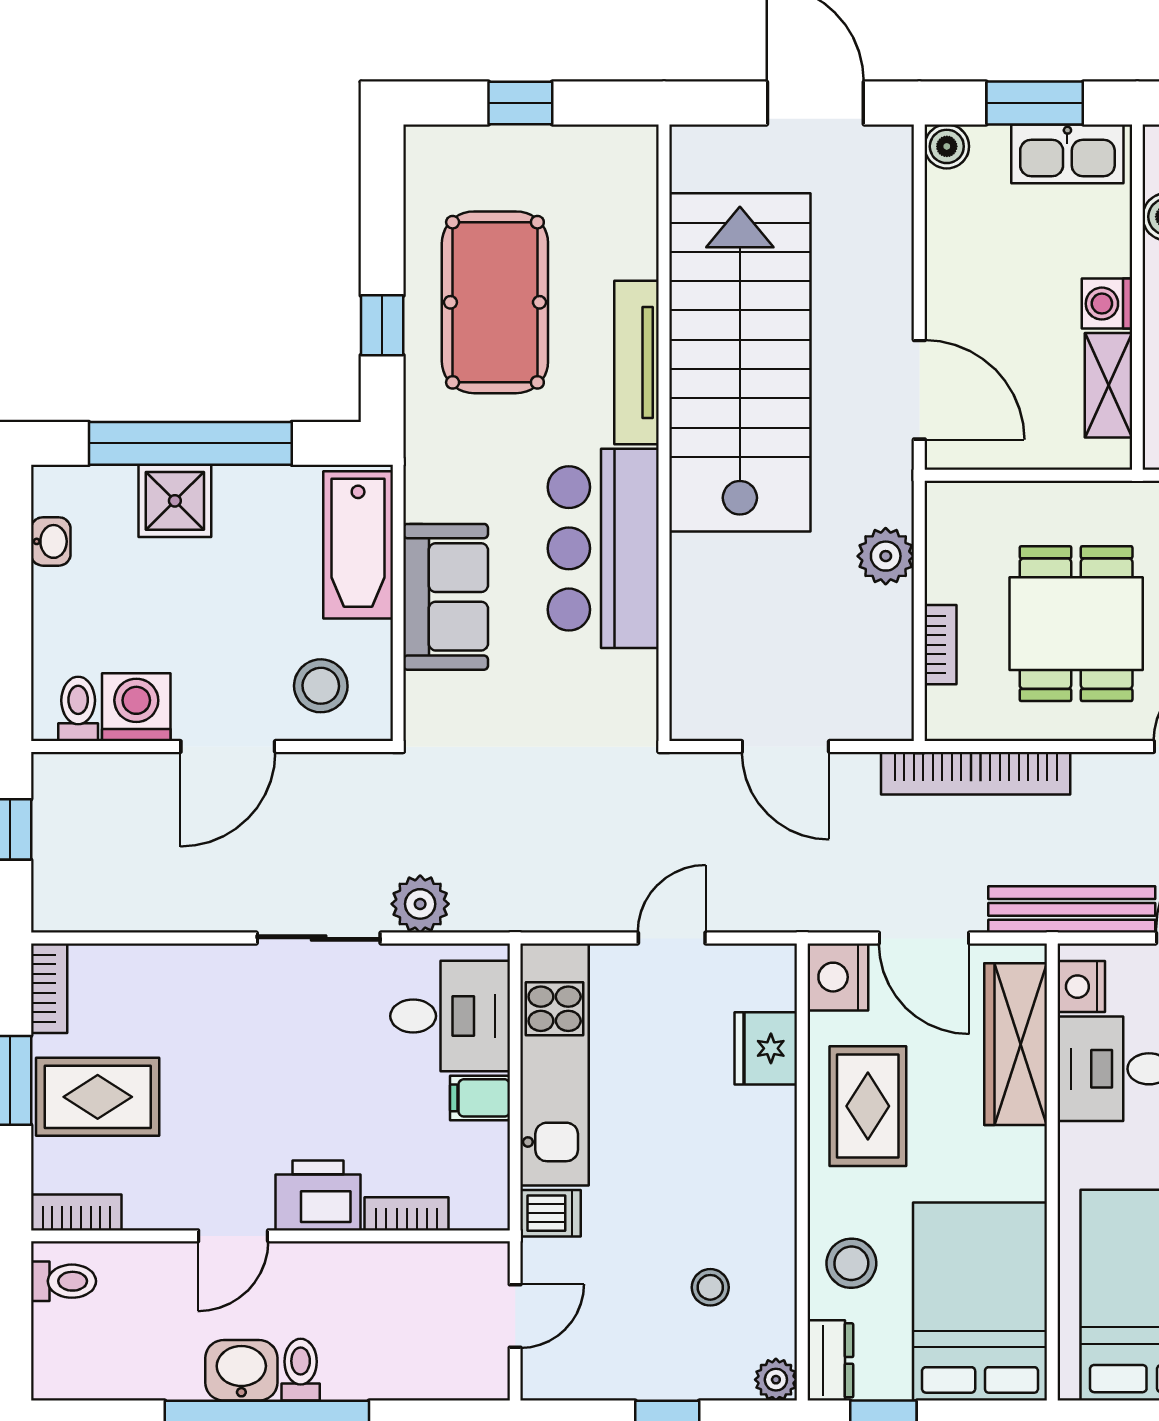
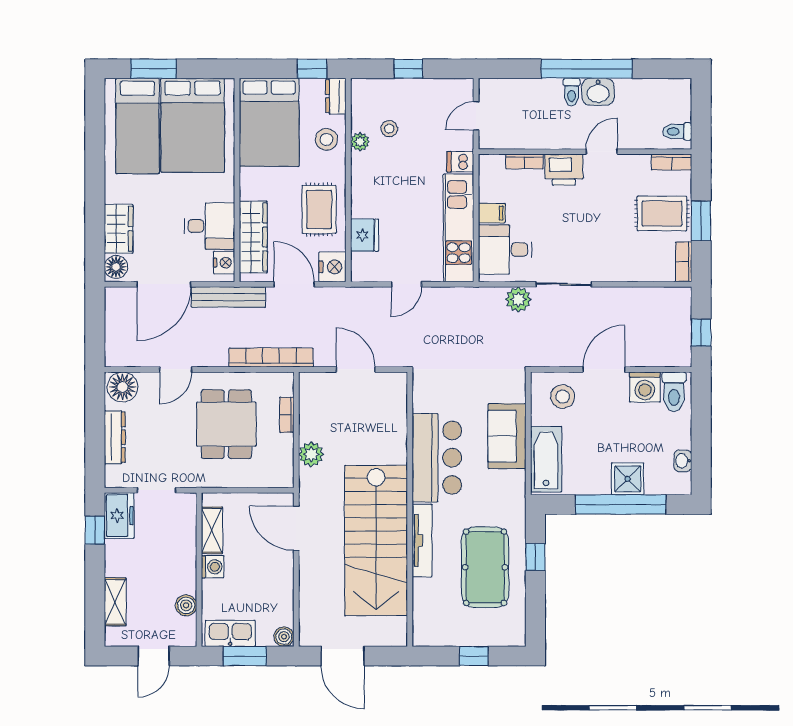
toilet: (78, 709) -> (674, 392), width x1.37, depth x1.39
plant: (776, 1380) -> (360, 142), moved

